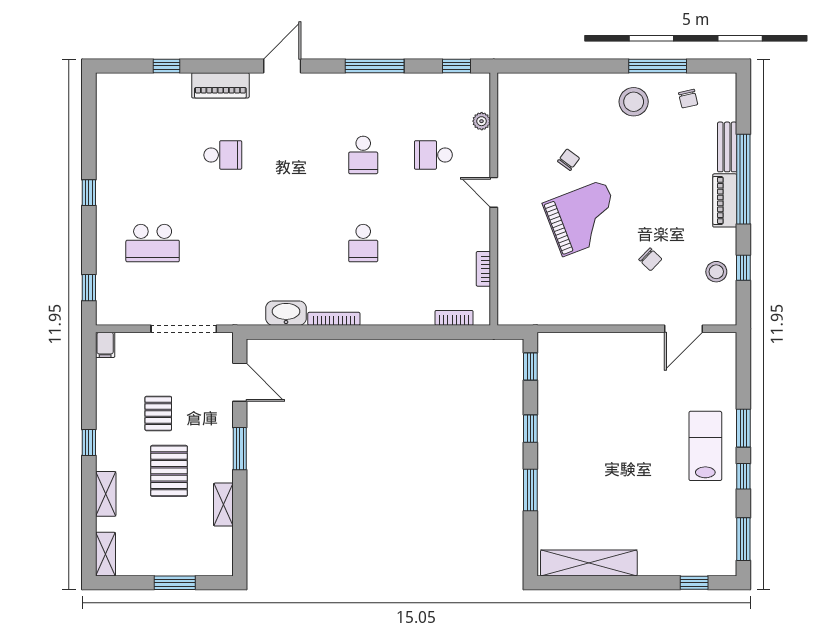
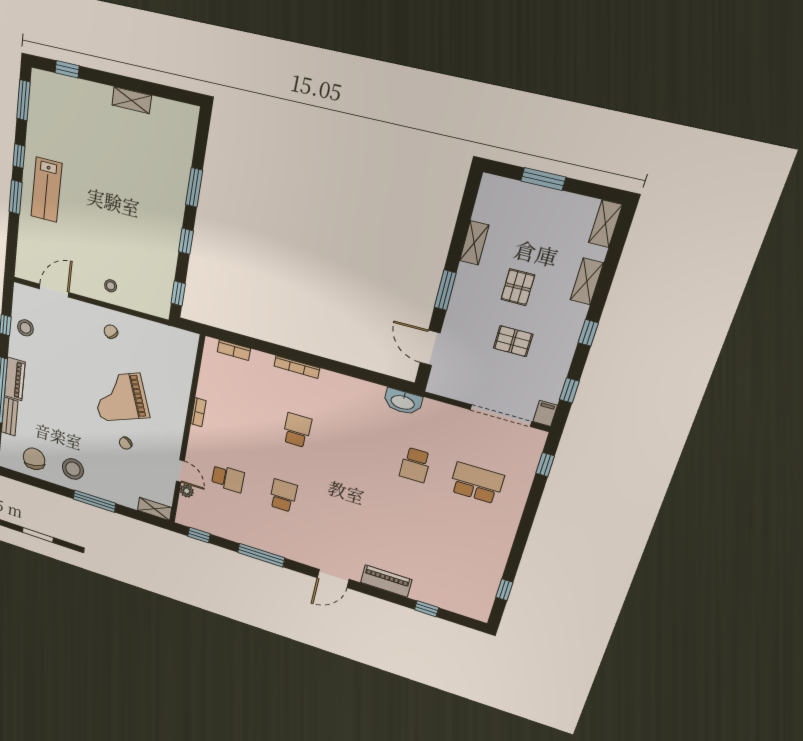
window: (658, 66) -> (94, 501), moved
shelving: (519, 82) -> (155, 509), added
chair: (688, 99) -> (34, 459), width x1.87, depth x1.87
school desk: (223, 155) -> (415, 465), moved, turned -90
door: (494, 192) -> (180, 471), moved
window: (89, 193) -> (504, 590), moved
chair: (650, 259) -> (111, 332), moved
bookcase: (483, 269) -> (198, 412), moved
washbasin: (286, 313) -> (403, 402), moved
bookcase: (334, 319) -> (297, 367), moved
doorway: (184, 329) -> (501, 416), moved
stool: (613, 354) -> (111, 286), added
window: (89, 377) -> (569, 390), added
pallet: (158, 413) -> (513, 341), turned 90
pallet: (169, 471) -> (518, 287), width x0.67, depth x0.71
shelving: (589, 563) -> (132, 100), width x0.45, depth x0.75

